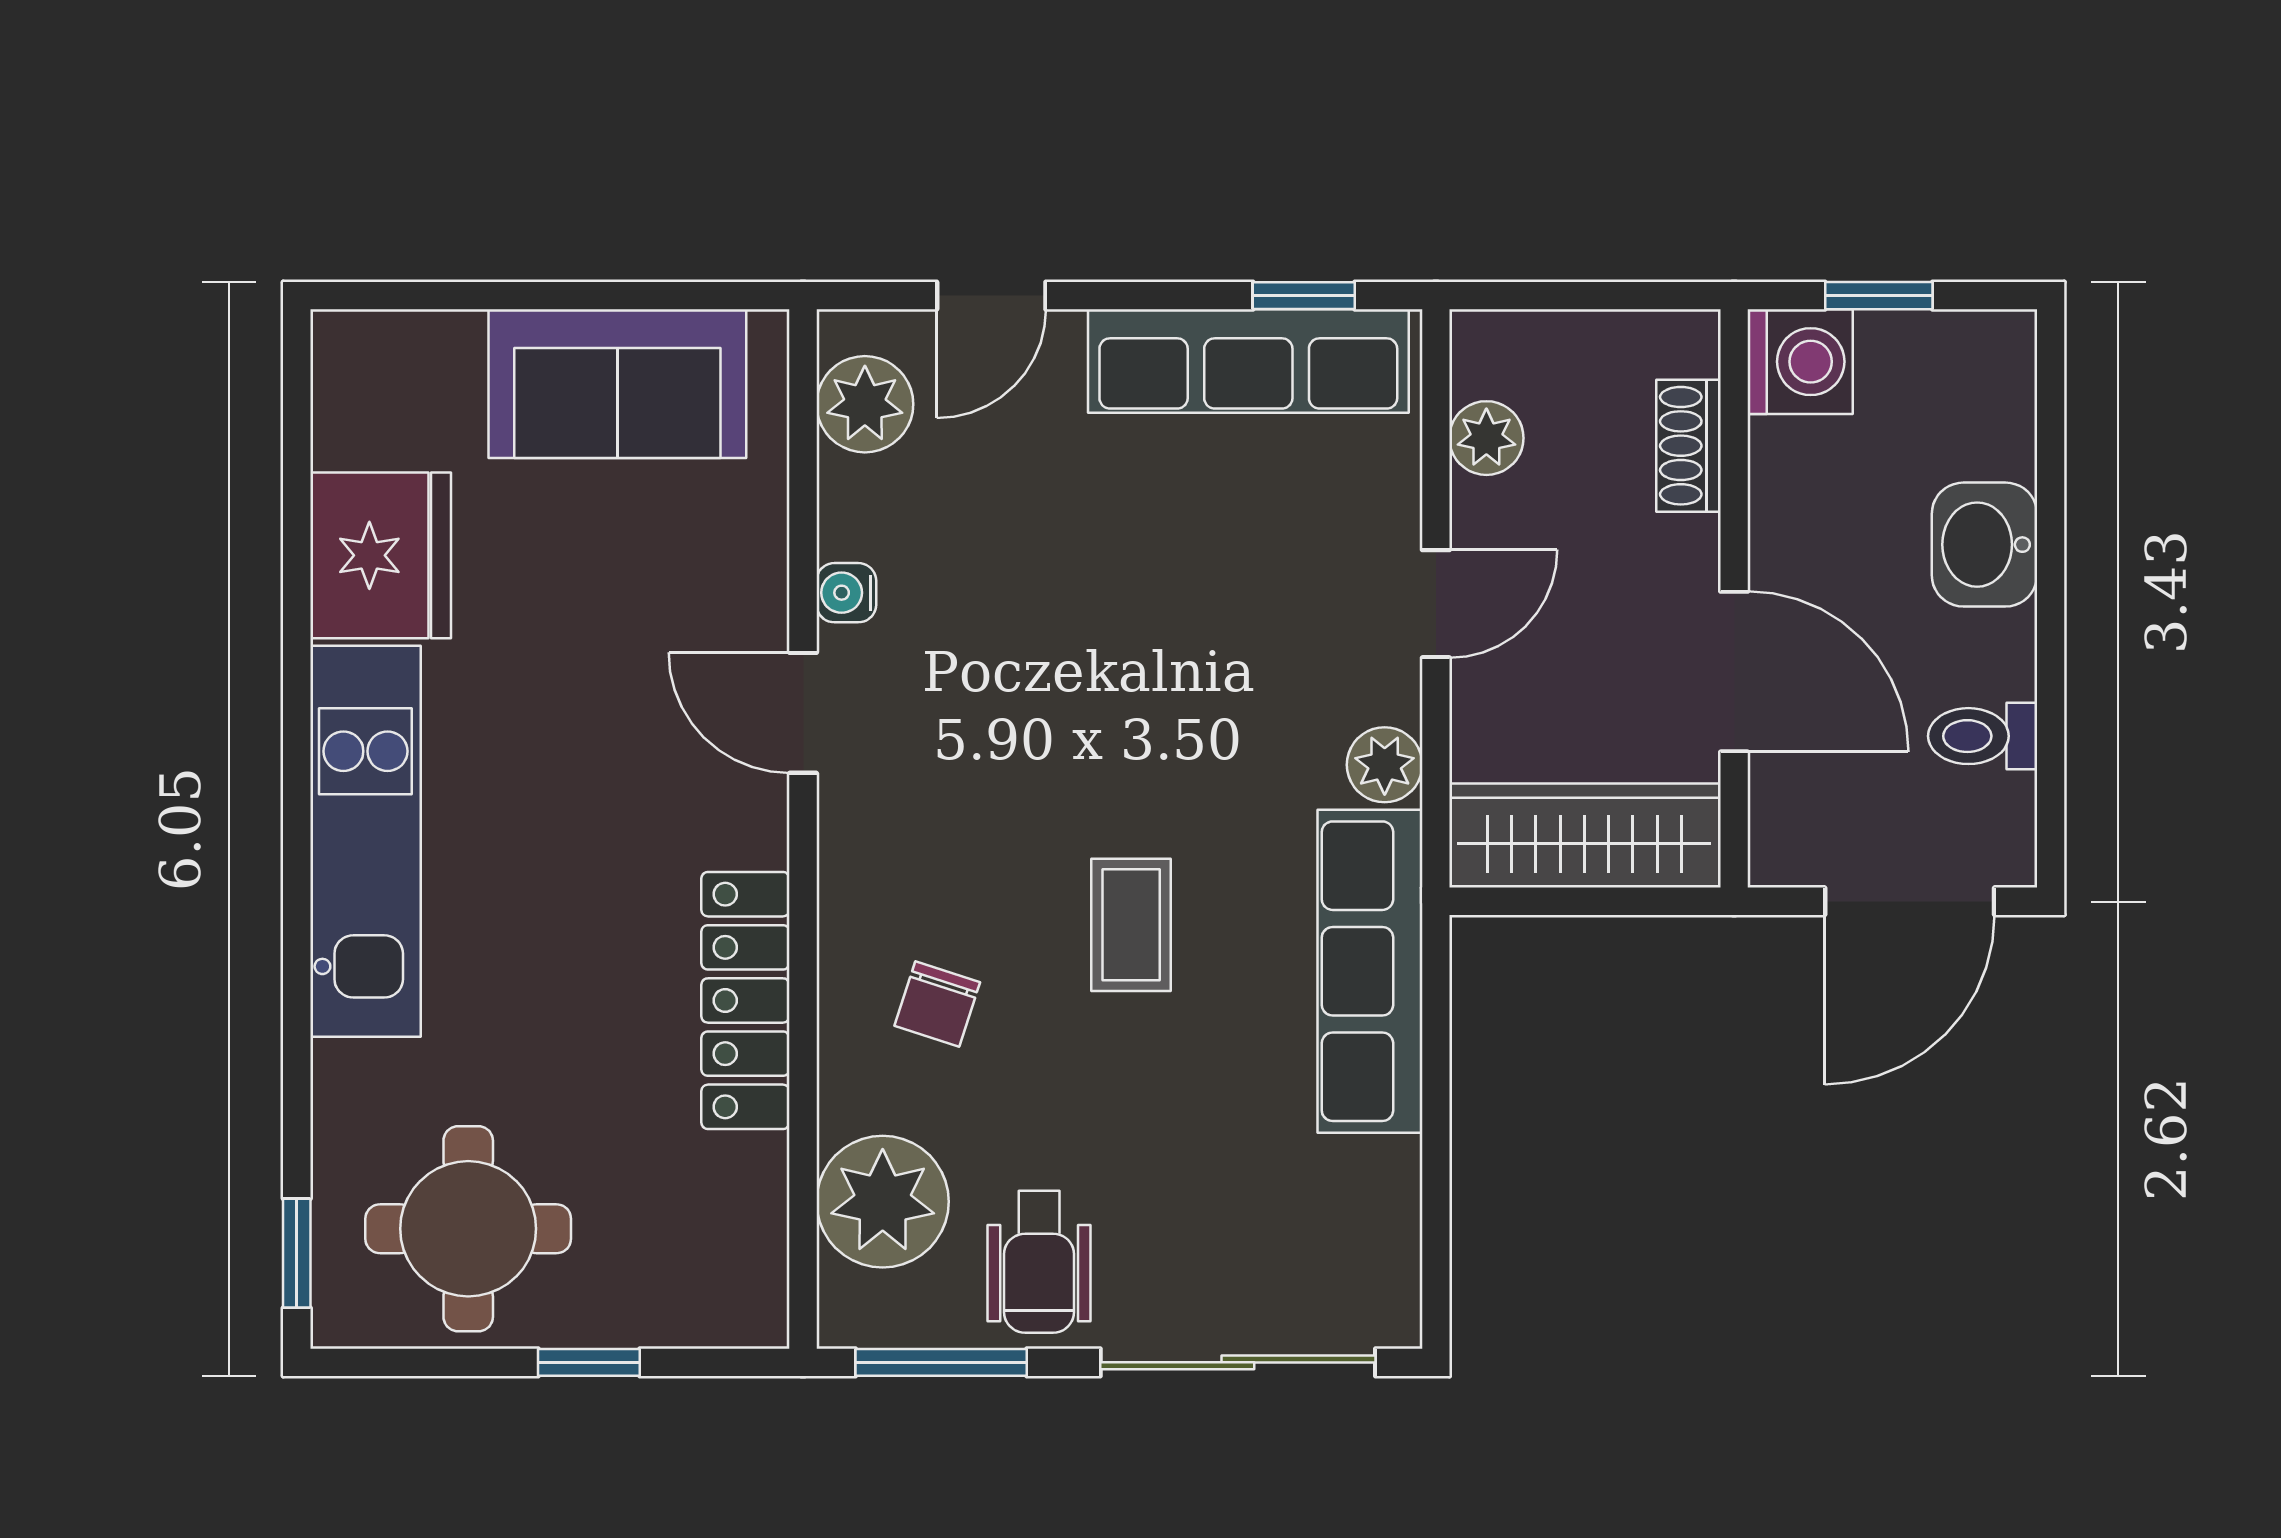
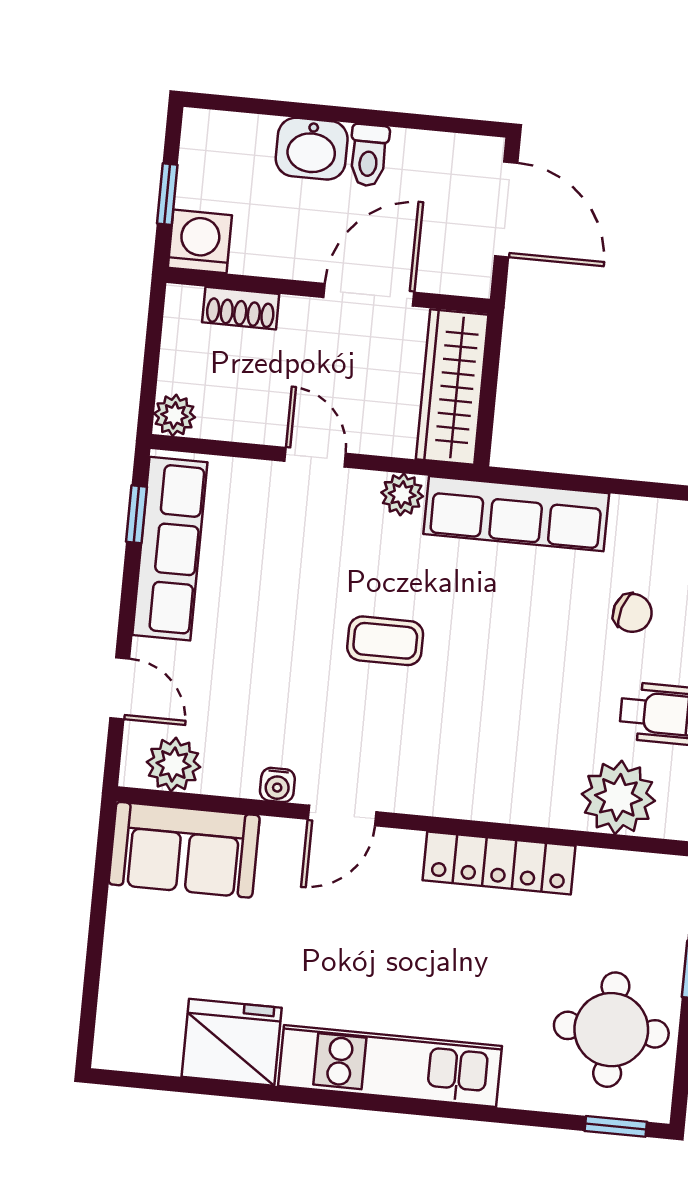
sofa: (617, 384) -> (184, 850), moved, turned 90
plant: (1486, 438) -> (174, 415), moved
toilet: (1983, 736) -> (369, 155), moved
coffee table: (1131, 925) -> (385, 641), moved
chair: (937, 1004) -> (632, 613), moved

